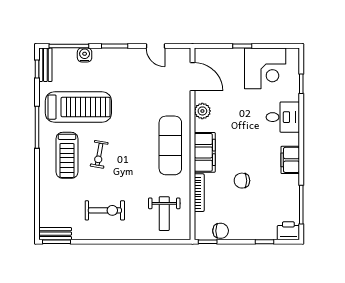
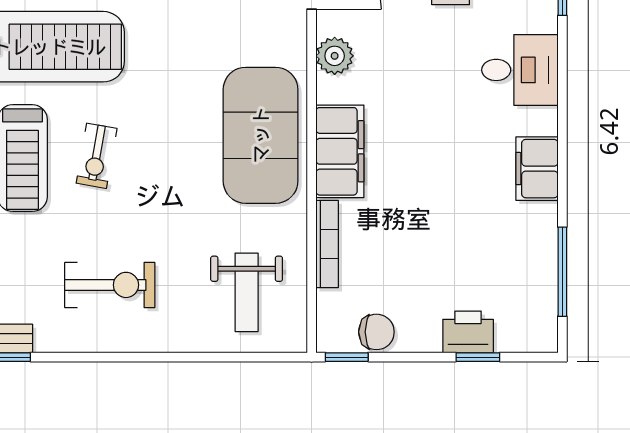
exercise mat: (170, 145) -> (261, 135), width x1.47
chair: (242, 181) -> (426, 216), removed
printer: (288, 231) -> (468, 332), moved

